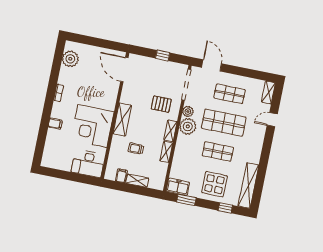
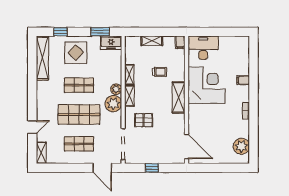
plant: (188, 112) -> (116, 89), moved
filing cabinet: (121, 176) -> (180, 42), moved

